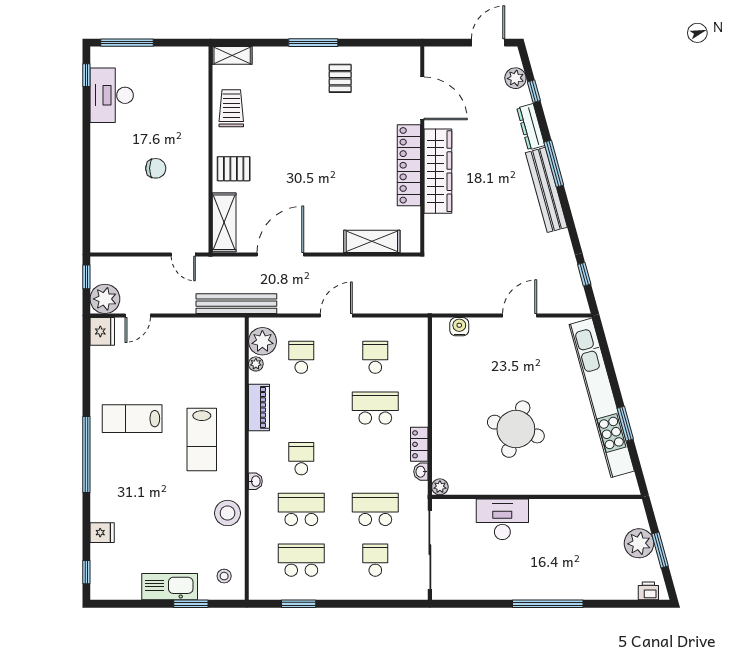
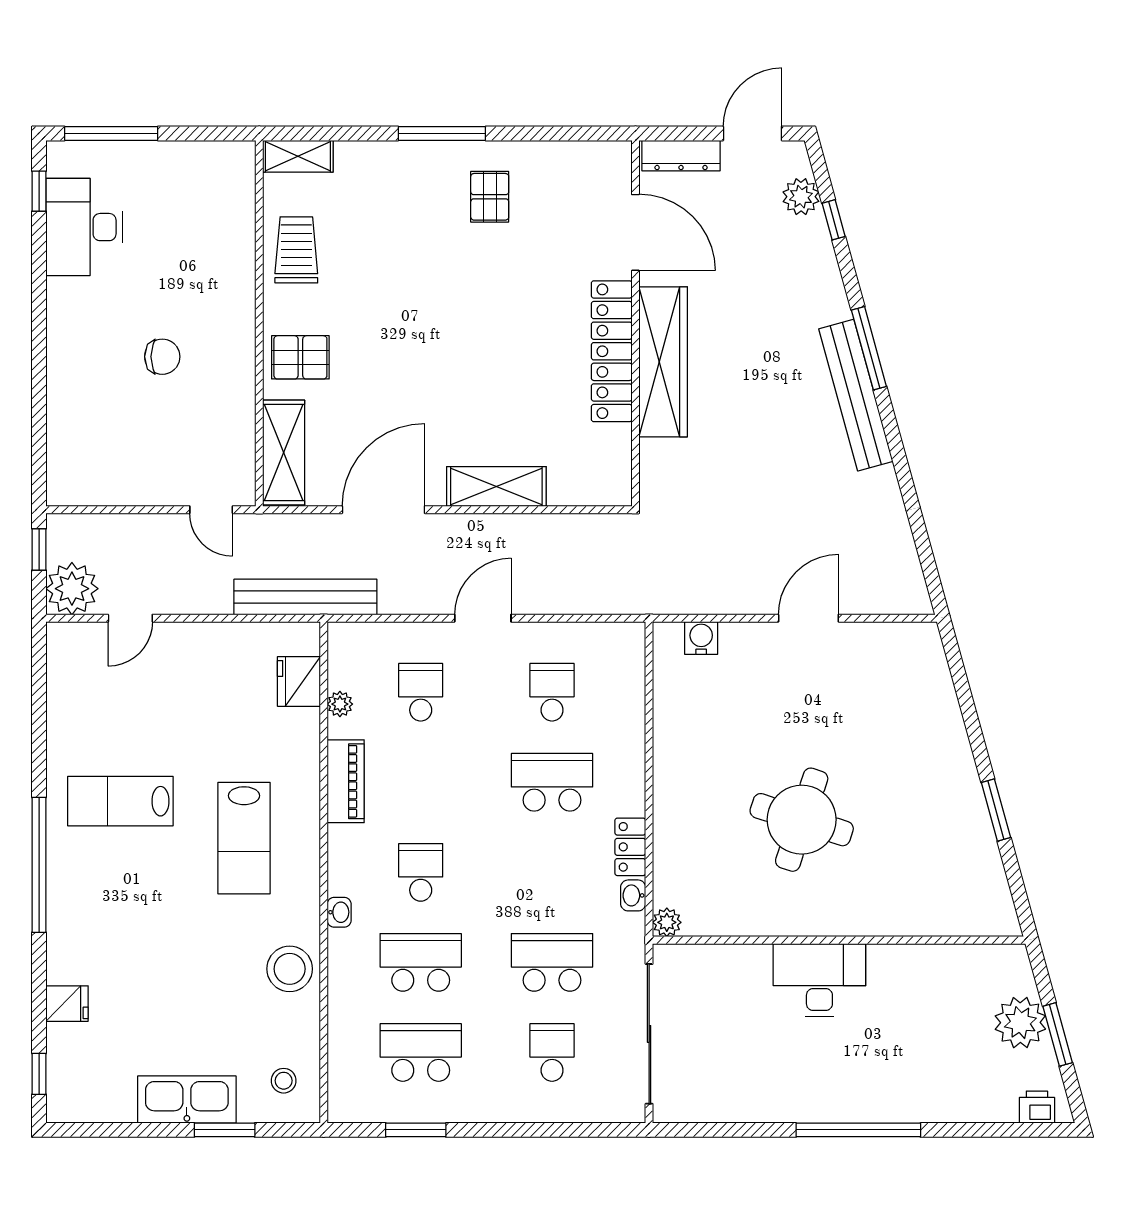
dresser: (531, 127) -> (681, 156), moved, turned -75
shelving: (372, 241) -> (496, 486), moved
window: (584, 274) -> (923, 545), removed
fridge: (102, 331) -> (299, 681), moved, turned 180
plant: (262, 341) -> (352, 664), removed
kitchen unit: (602, 398) -> (954, 764), removed
desk: (502, 519) -> (819, 980), moved

